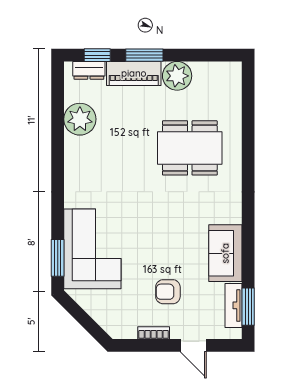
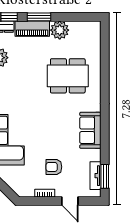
sofa: (225, 253) -> (90, 130), moved

